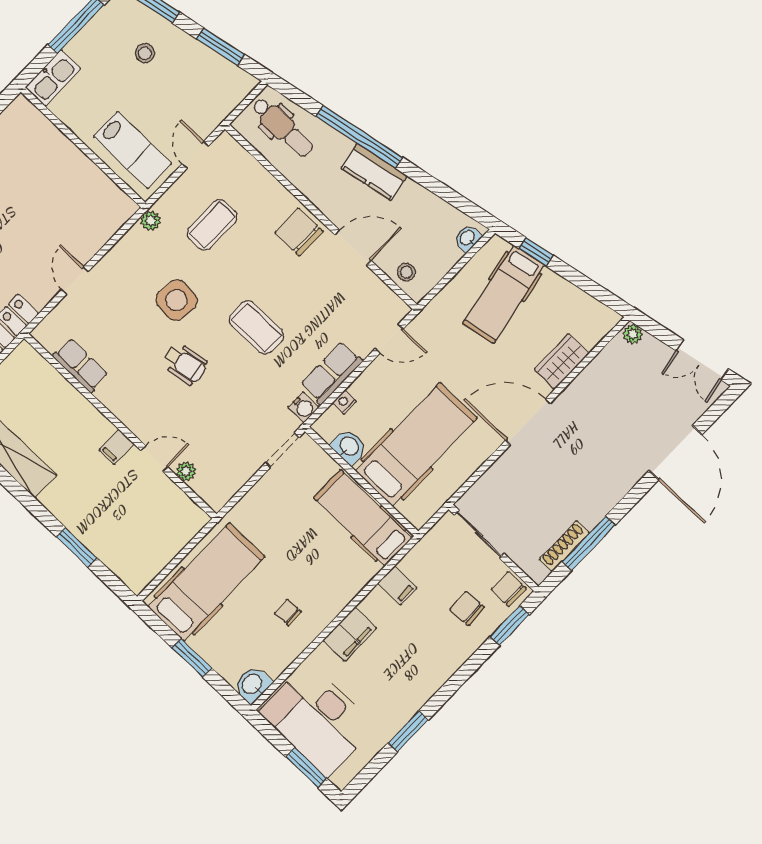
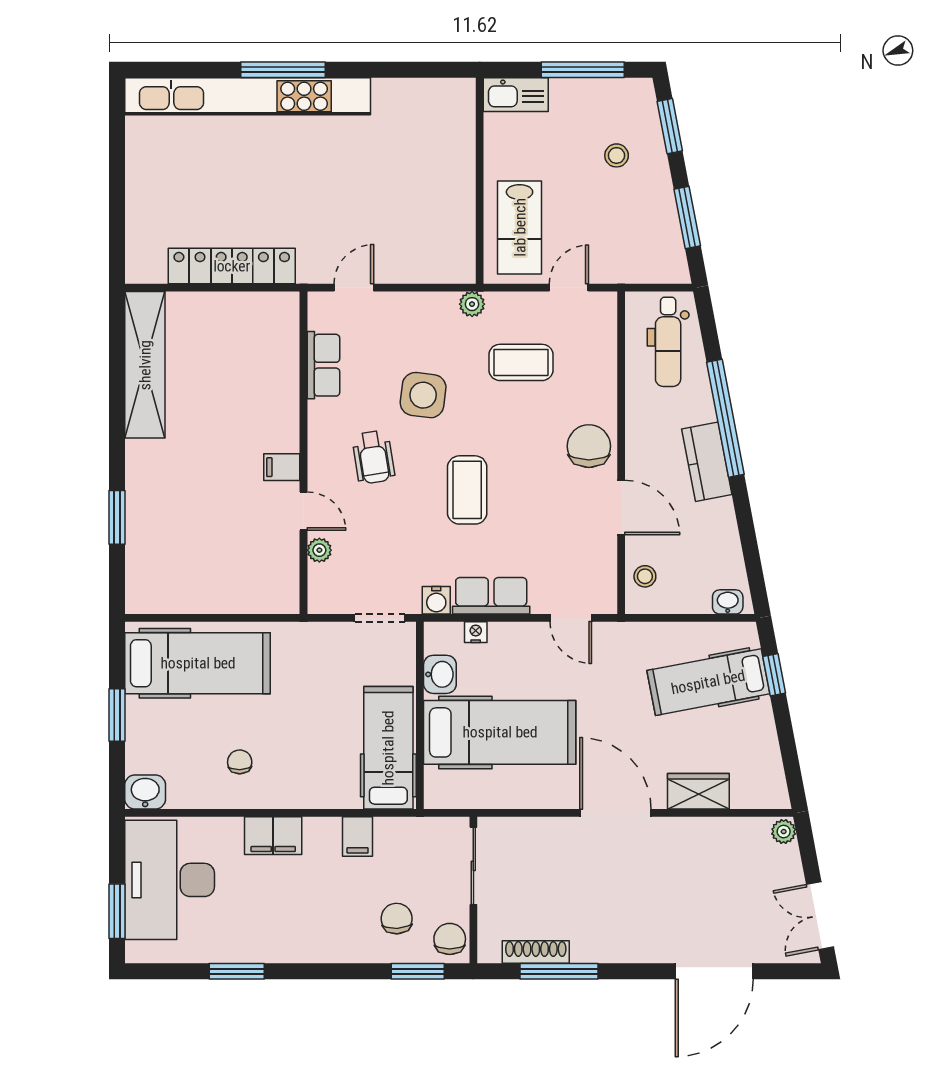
row of seats: (80, 365) -> (323, 365), moved
wall: (120, 426) -> (303, 453), moved
filing cabinet: (117, 447) -> (282, 467), moved
door: (154, 459) -> (303, 511), moved
plant: (186, 471) -> (319, 550), moved

